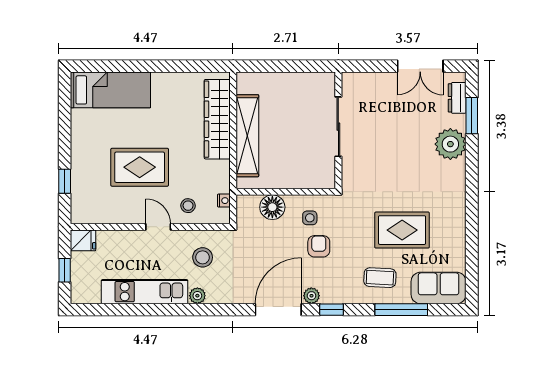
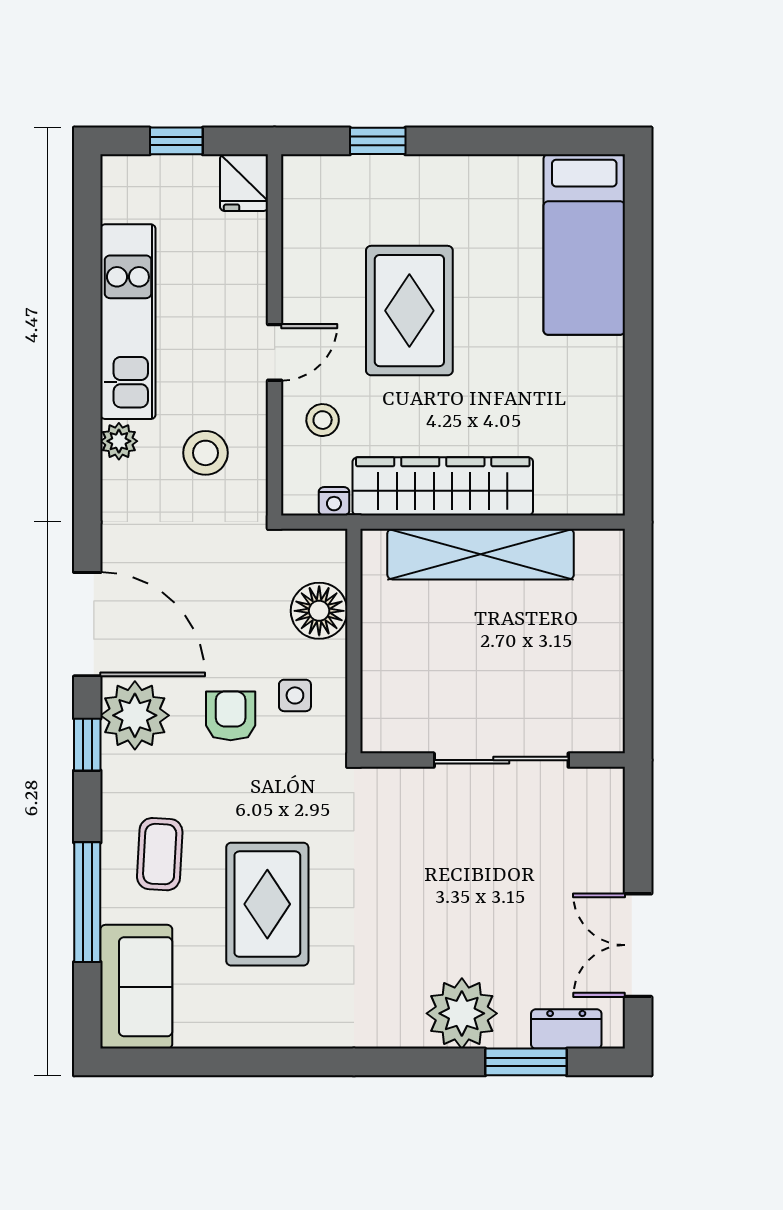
wardrobe: (217, 119) -> (443, 486), moved
armchair: (319, 246) -> (231, 716), turned -90
plant: (311, 296) -> (135, 715), width x1.87, depth x1.87

